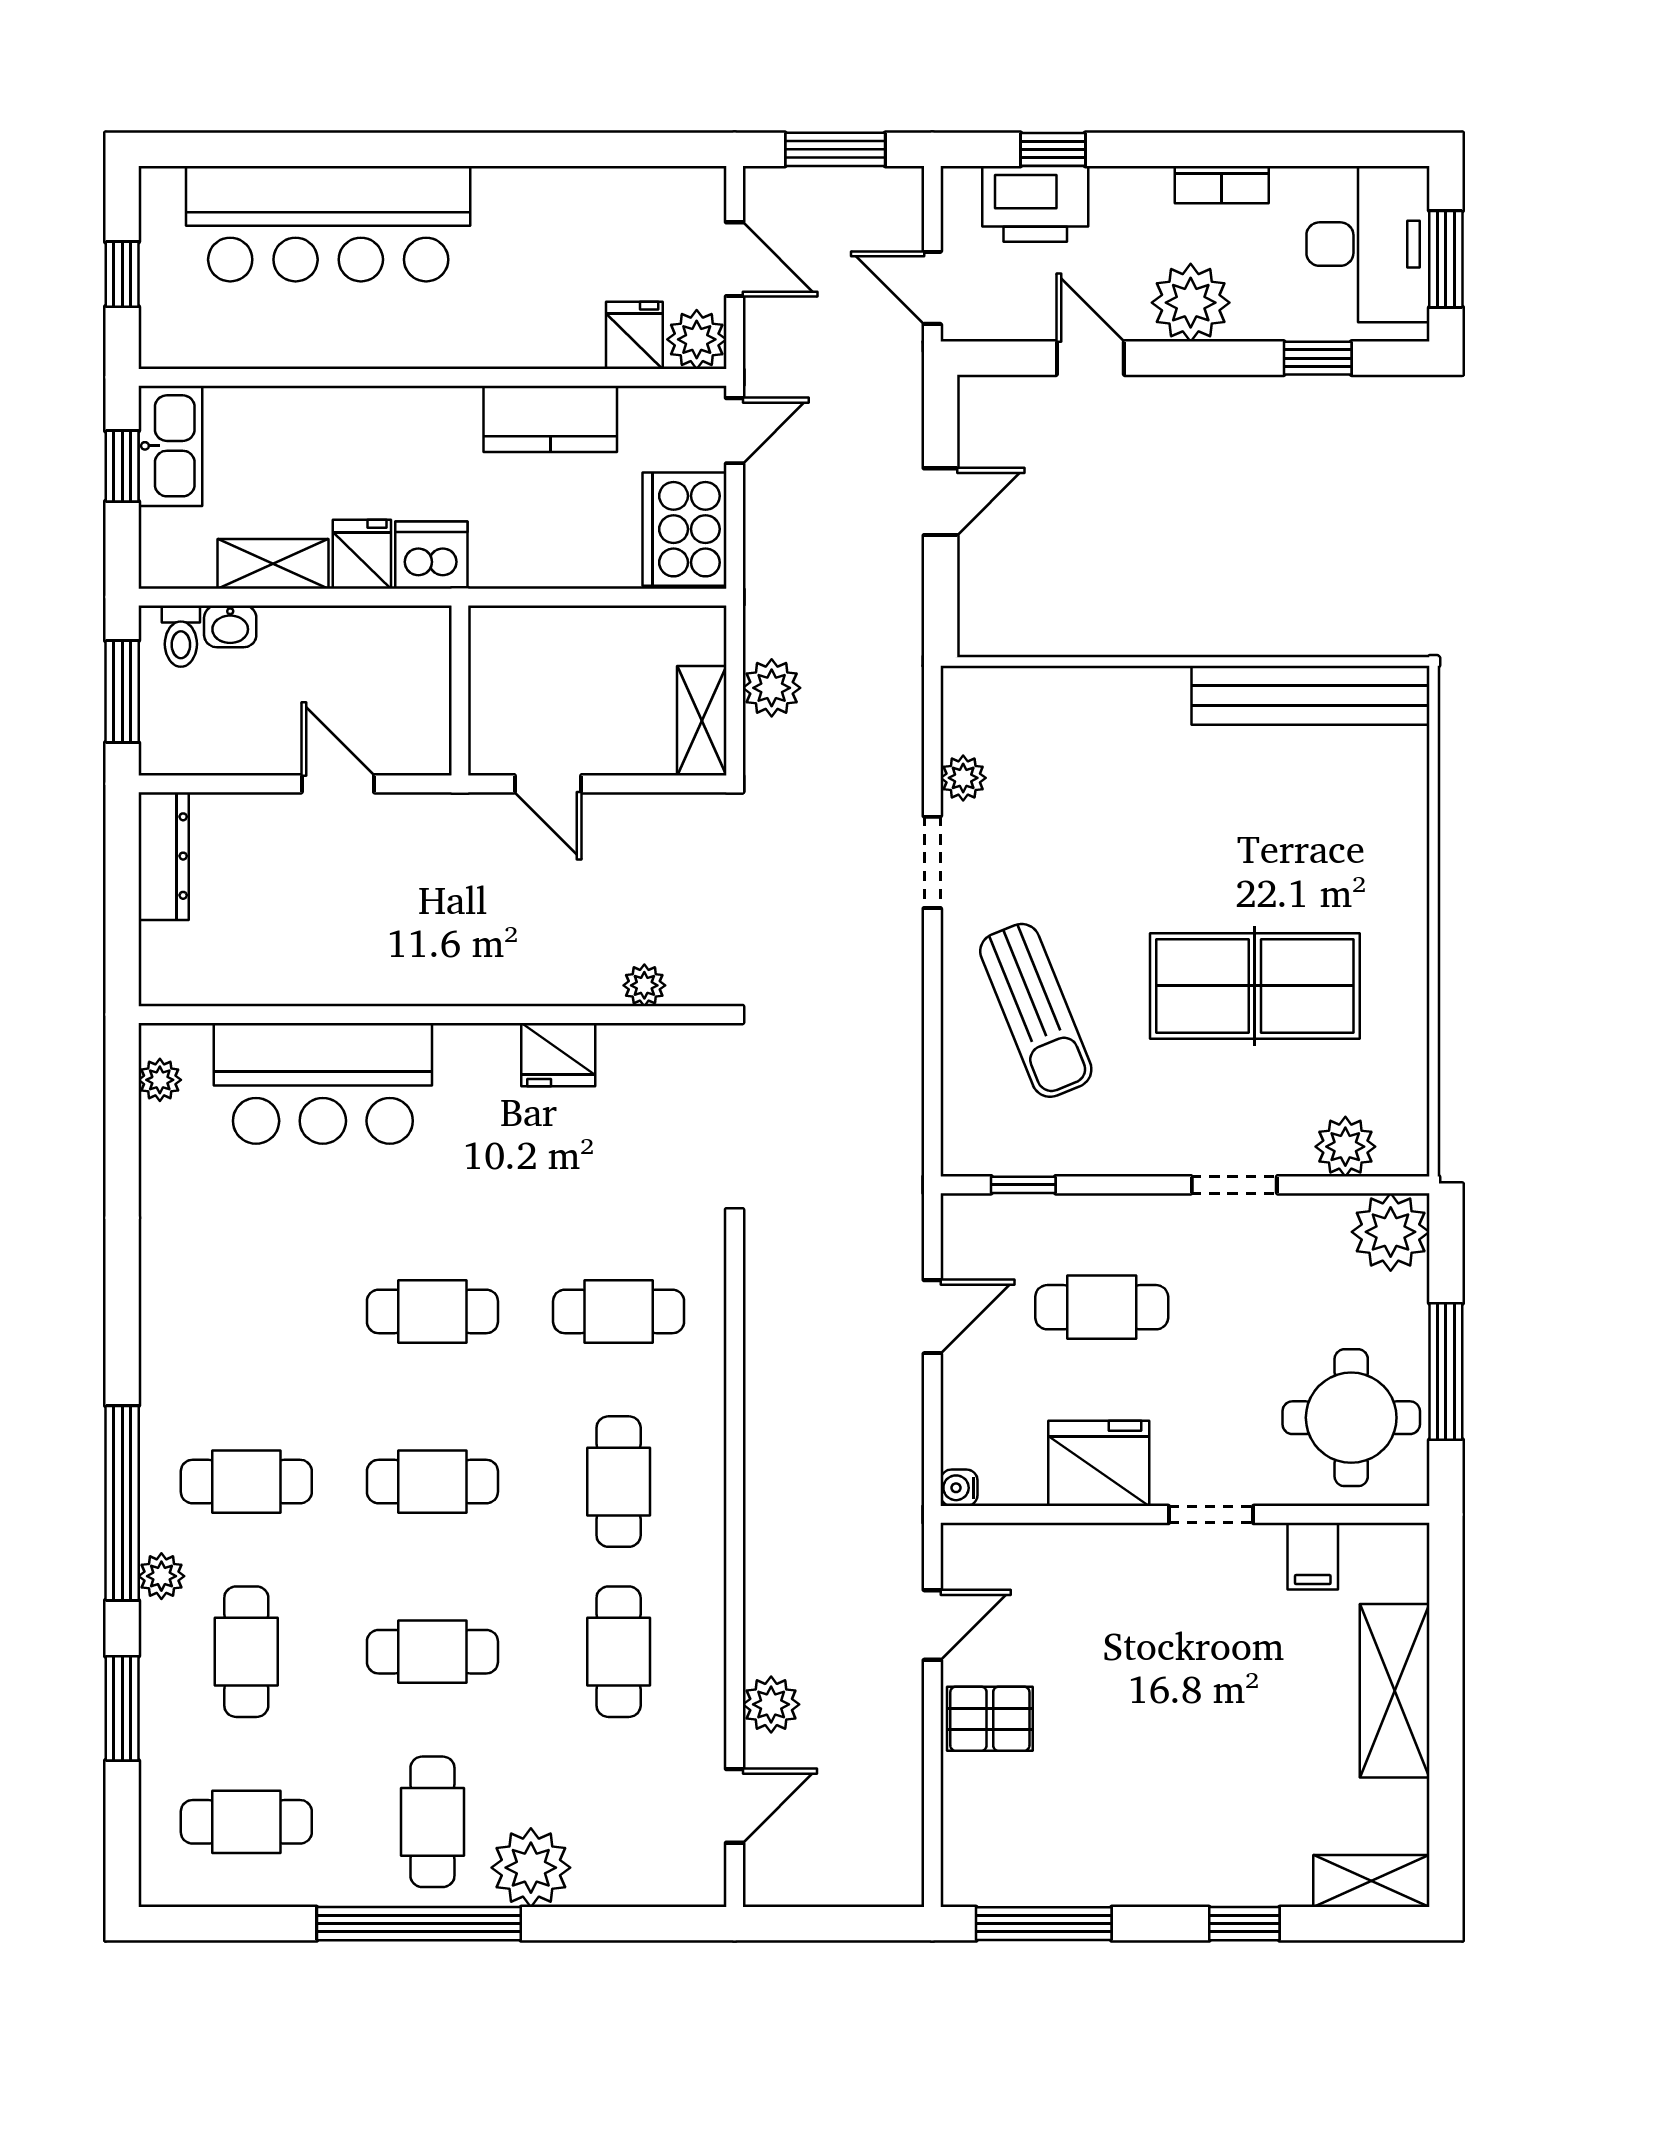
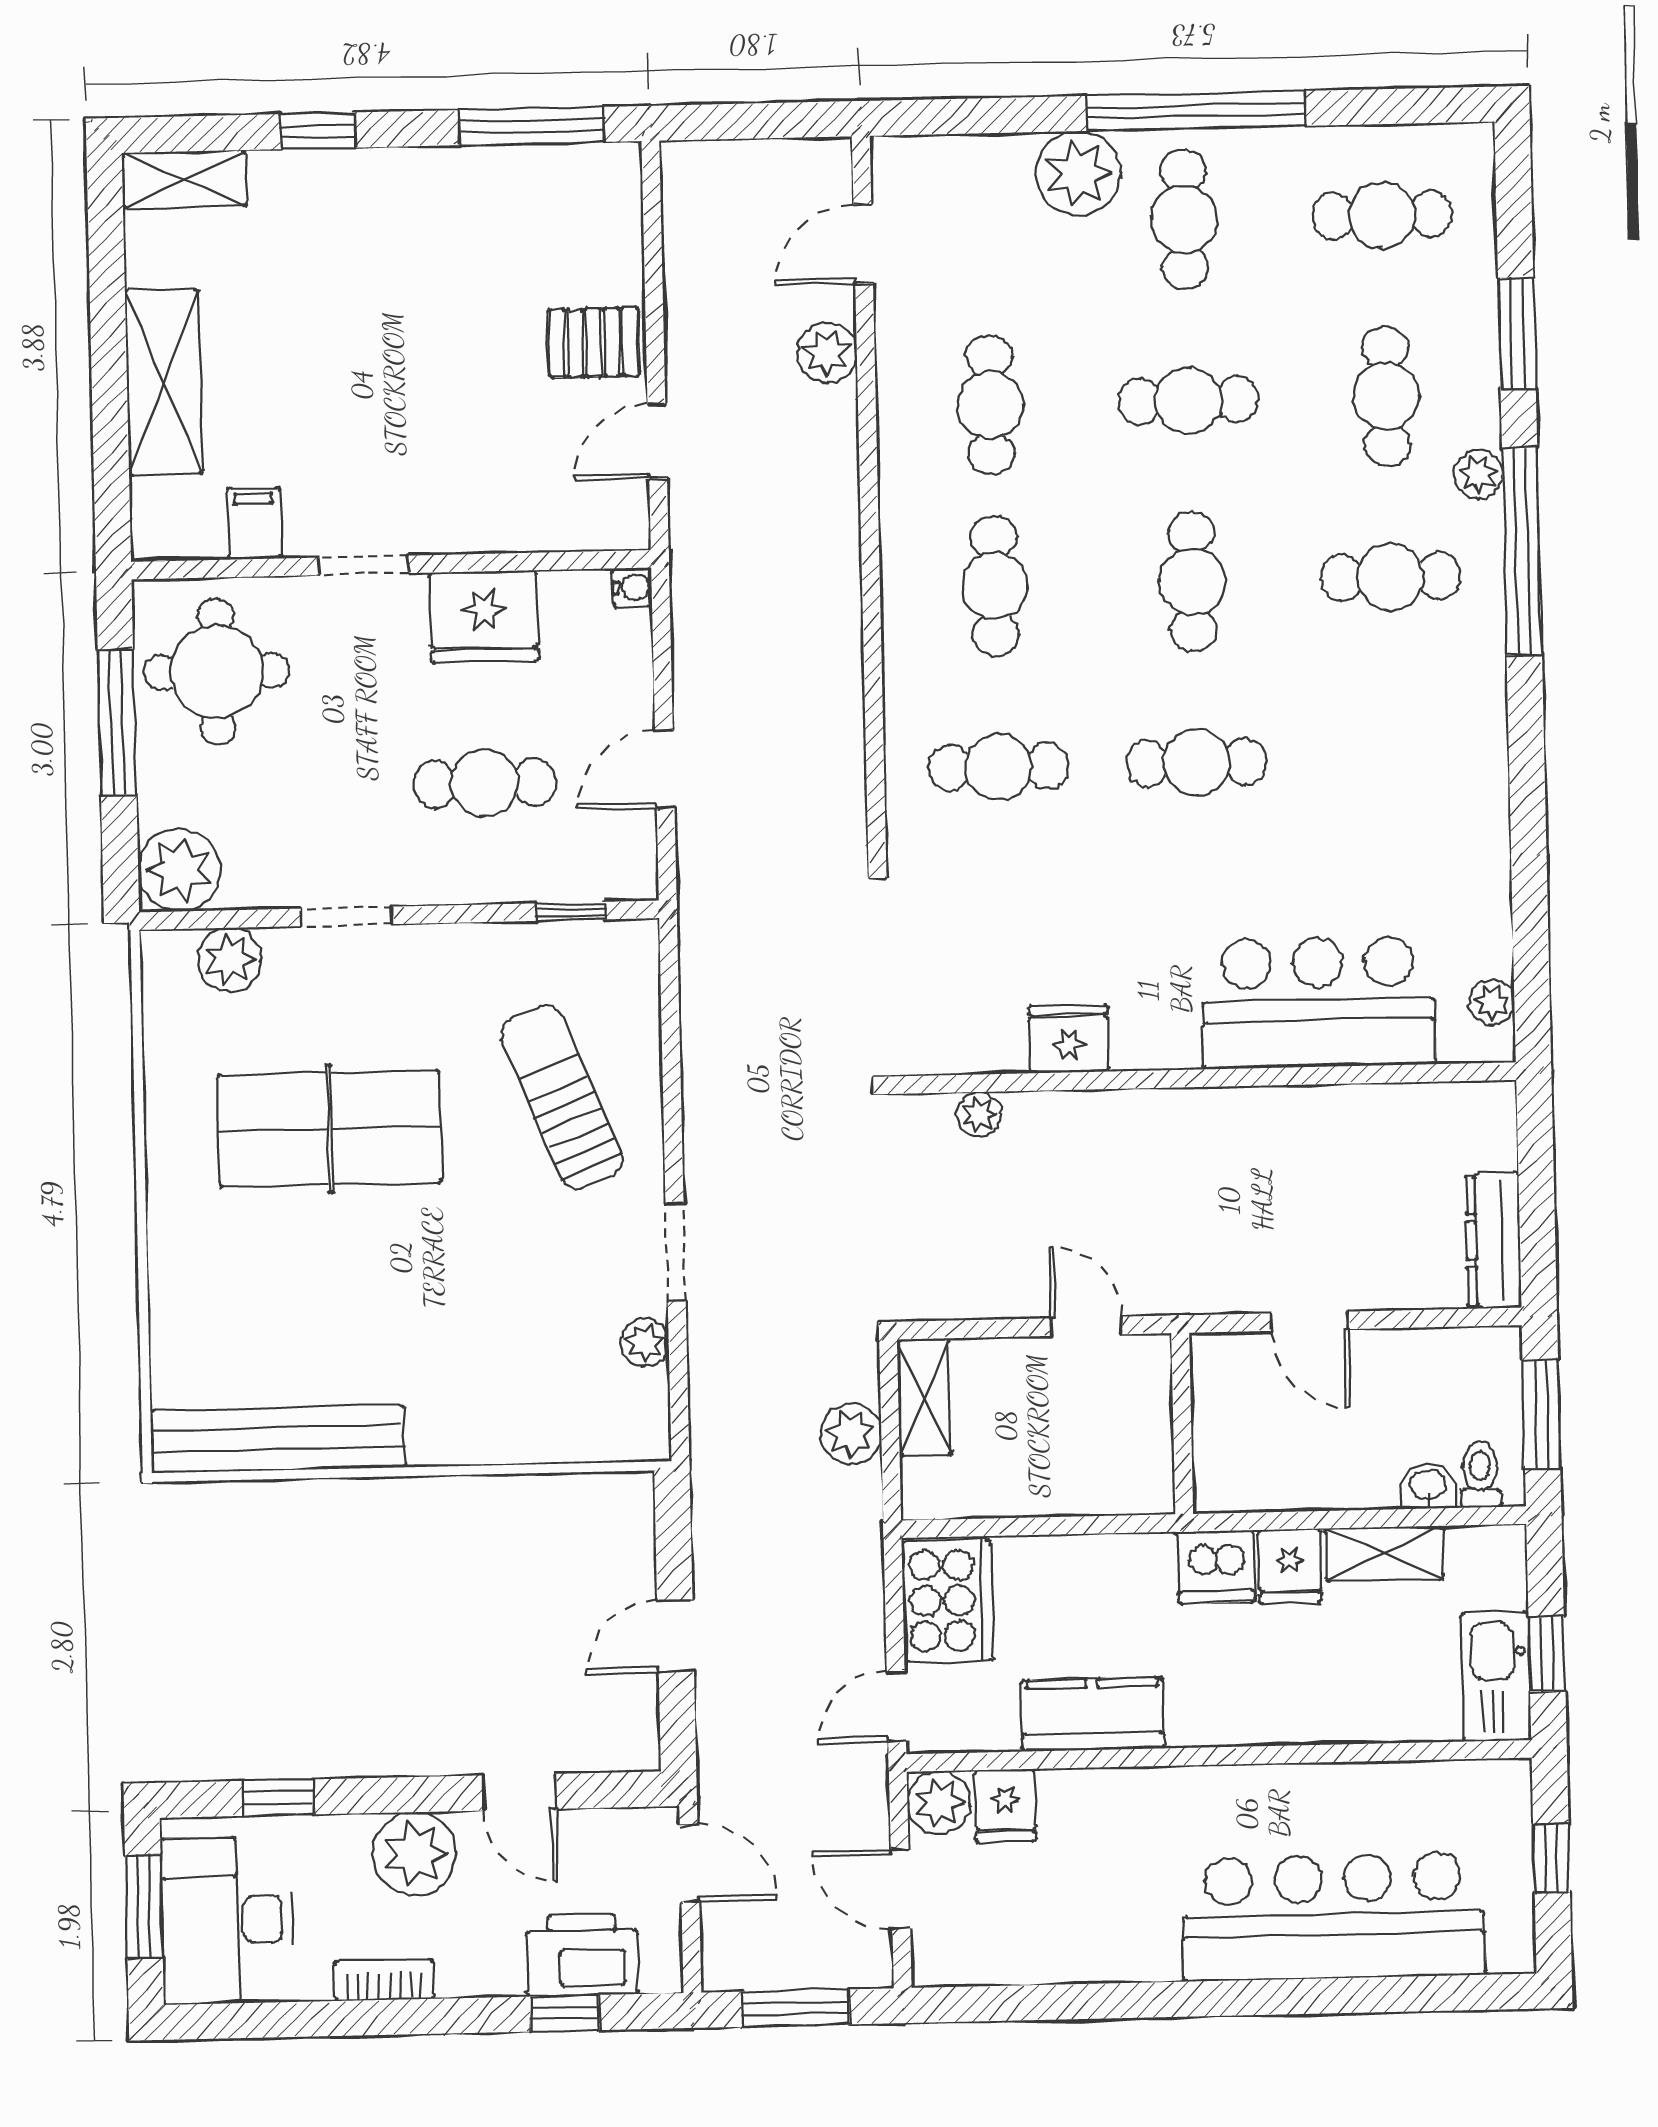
cafe table: (432, 1482) -> (1192, 581), turned 90

